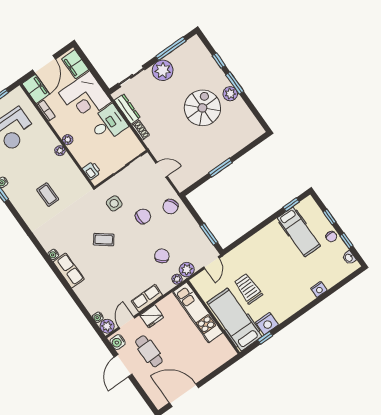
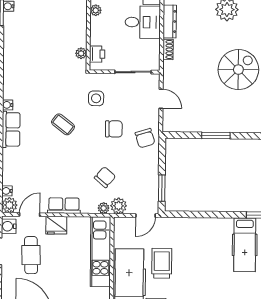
plant: (60, 151) -> (81, 53), moved
coffee table: (48, 195) -> (42, 47), removed
chair: (170, 207) -> (145, 138), turned -78

